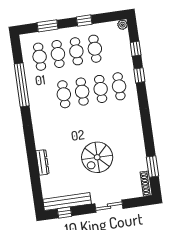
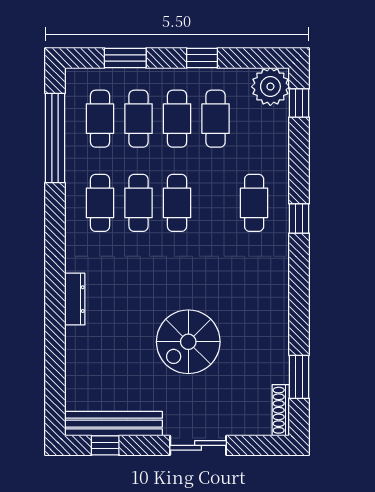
plant: (122, 25) -> (270, 87), width x1.88, depth x1.88
window: (136, 49) -> (299, 103), moved
window: (139, 75) -> (299, 218), moved
window: (22, 85) -> (55, 138), moved
cafe table: (101, 89) -> (100, 203), moved
dresser: (42, 162) -> (75, 299), moved

